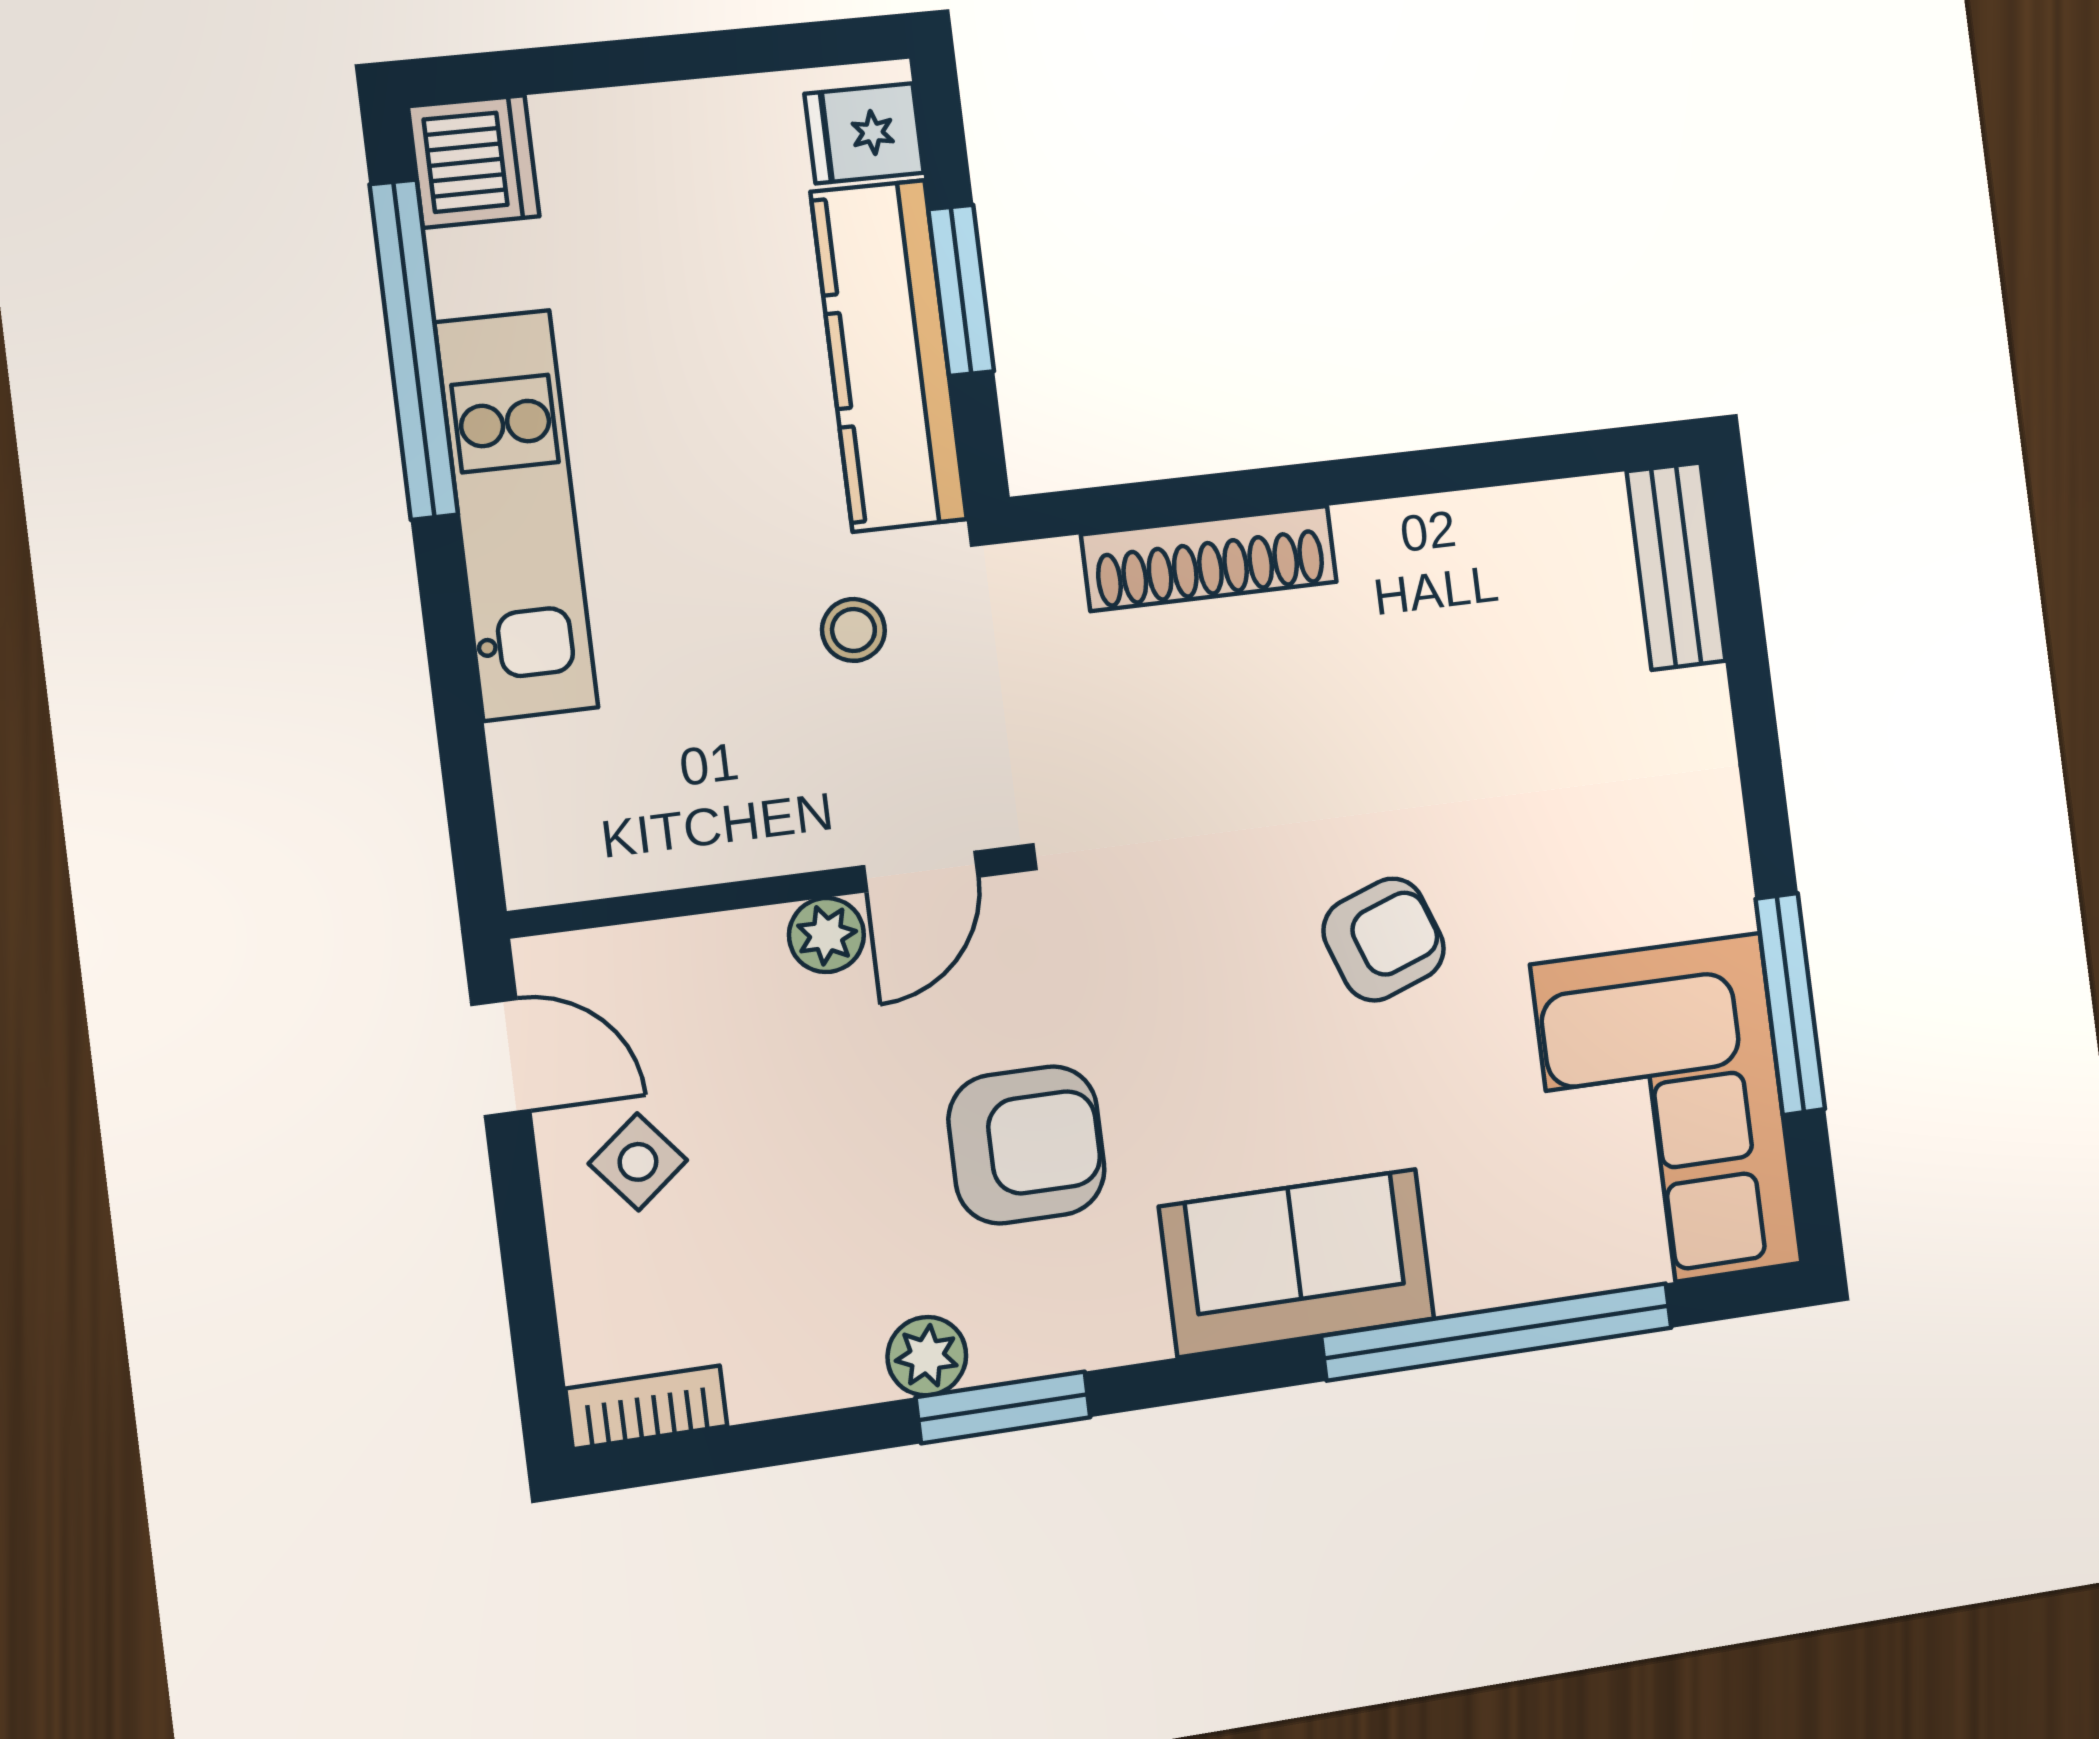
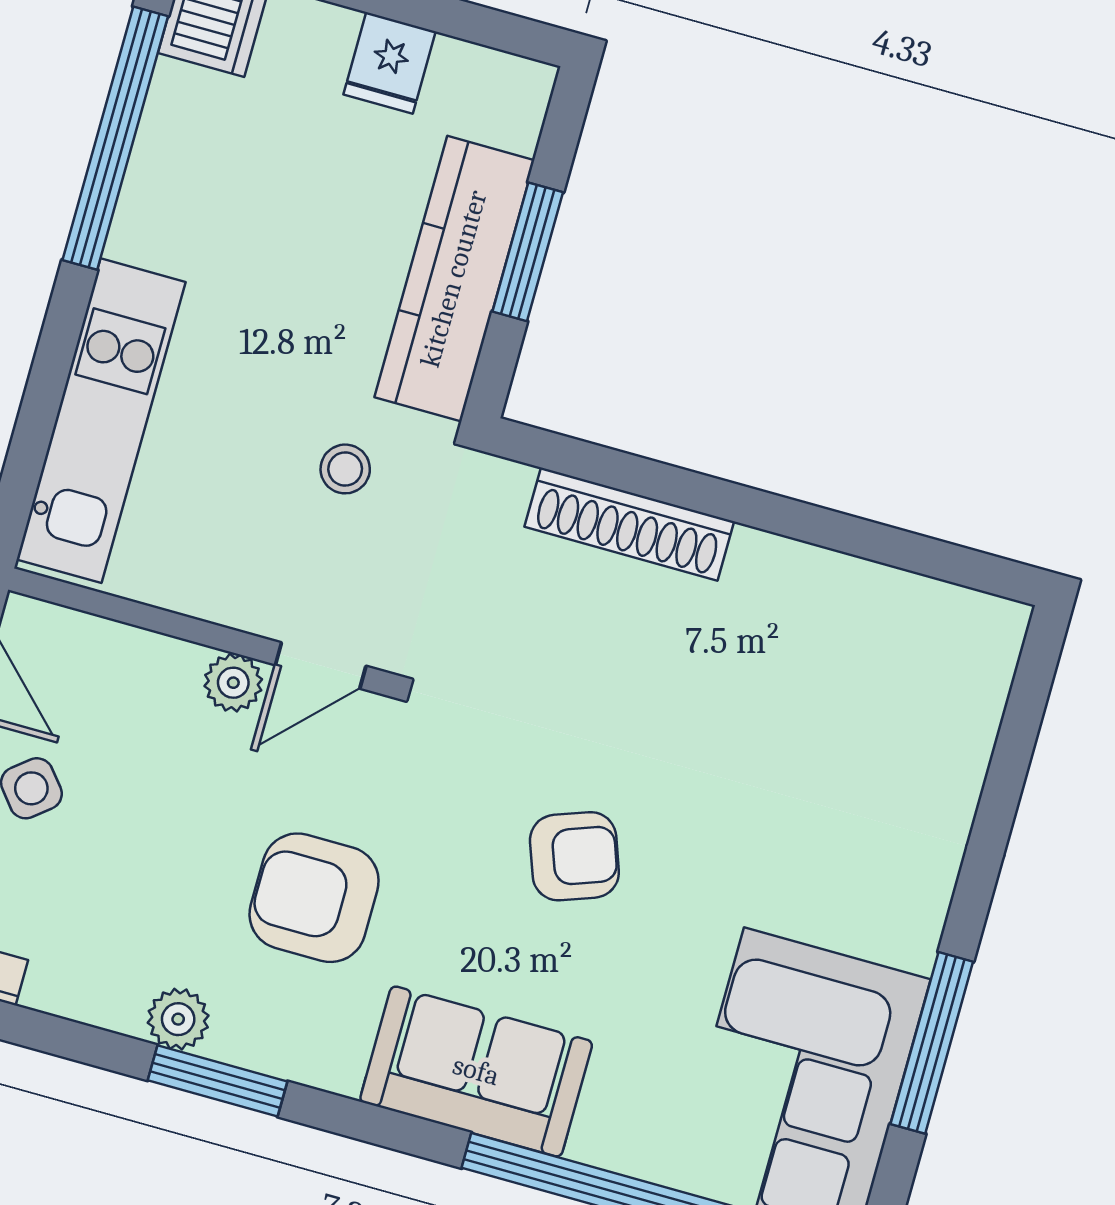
fridge: (864, 133) -> (389, 63), moved, turned -90
kitchen unit: (516, 515) -> (101, 421), moved
bench: (1676, 566) -> (983, 676), removed
armchair: (1384, 939) -> (574, 856), moved
armchair: (1027, 1145) -> (314, 898), turned 180

